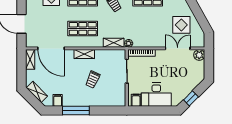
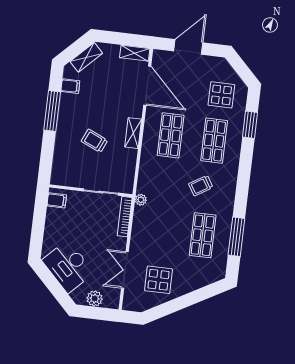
shelving: (114, 43) -> (144, 178), removed
door: (51, 48) -> (147, 86), swing flipped
double door: (178, 48) -> (125, 270), swing flipped
plant: (199, 55) -> (95, 299), moved
desk: (156, 95) -> (68, 266), moved, turned -45
window: (191, 98) -> (50, 281), removed

